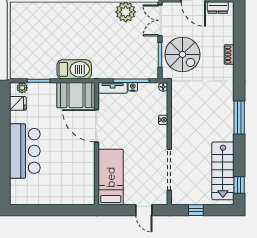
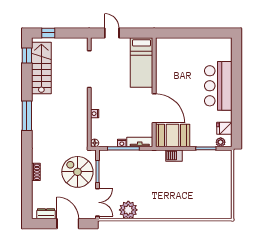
barbecue: (74, 69) -> (174, 156), width x0.53, depth x0.65
window: (196, 210) -> (48, 33), moved

